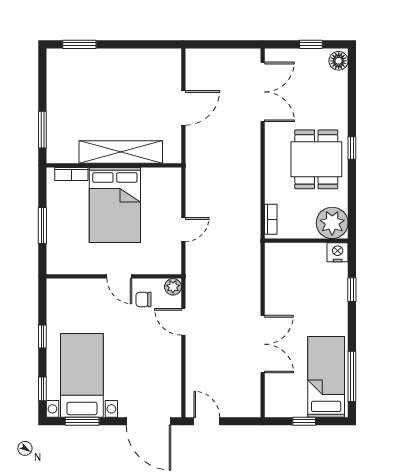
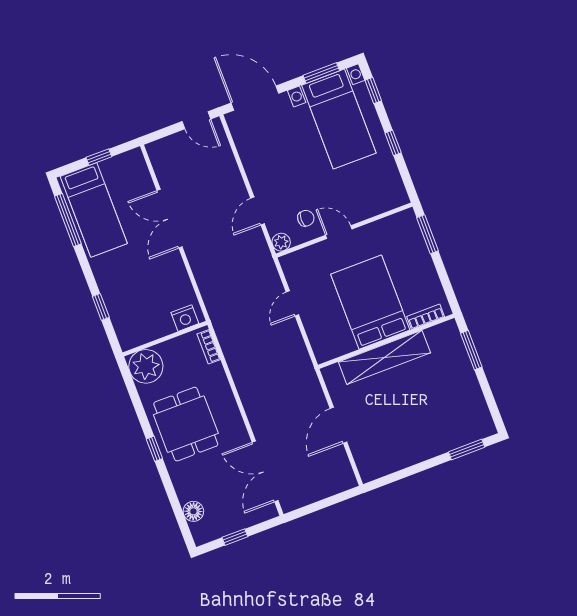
floor lamp: (339, 61) -> (193, 511), moved
window: (42, 226) -> (428, 234), moved
nightstand: (338, 252) -> (185, 318), moved
door: (183, 322) -> (258, 211), swing flipped

